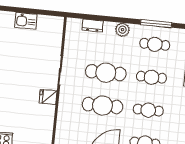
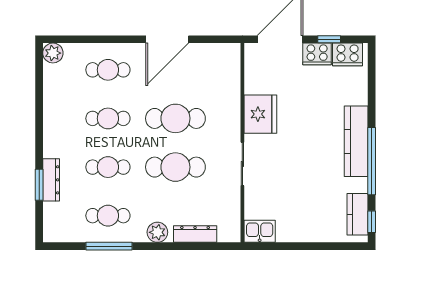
kitchen sink: (26, 21) -> (260, 231), moved
dresser: (93, 26) -> (195, 234), width x1.44
fridge: (48, 97) -> (260, 114), width x1.88, depth x1.34

